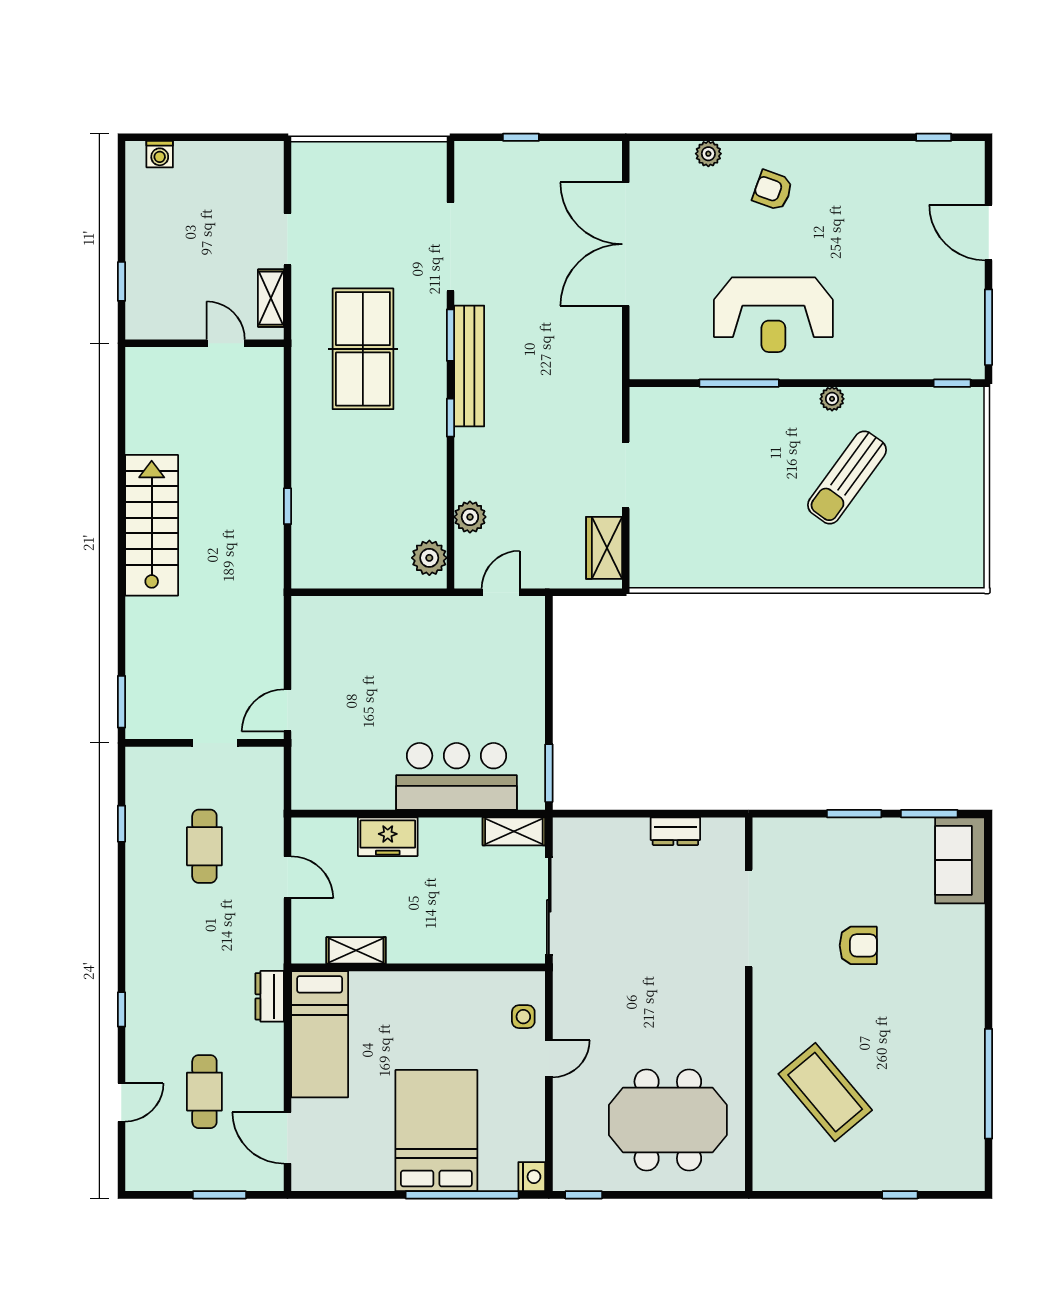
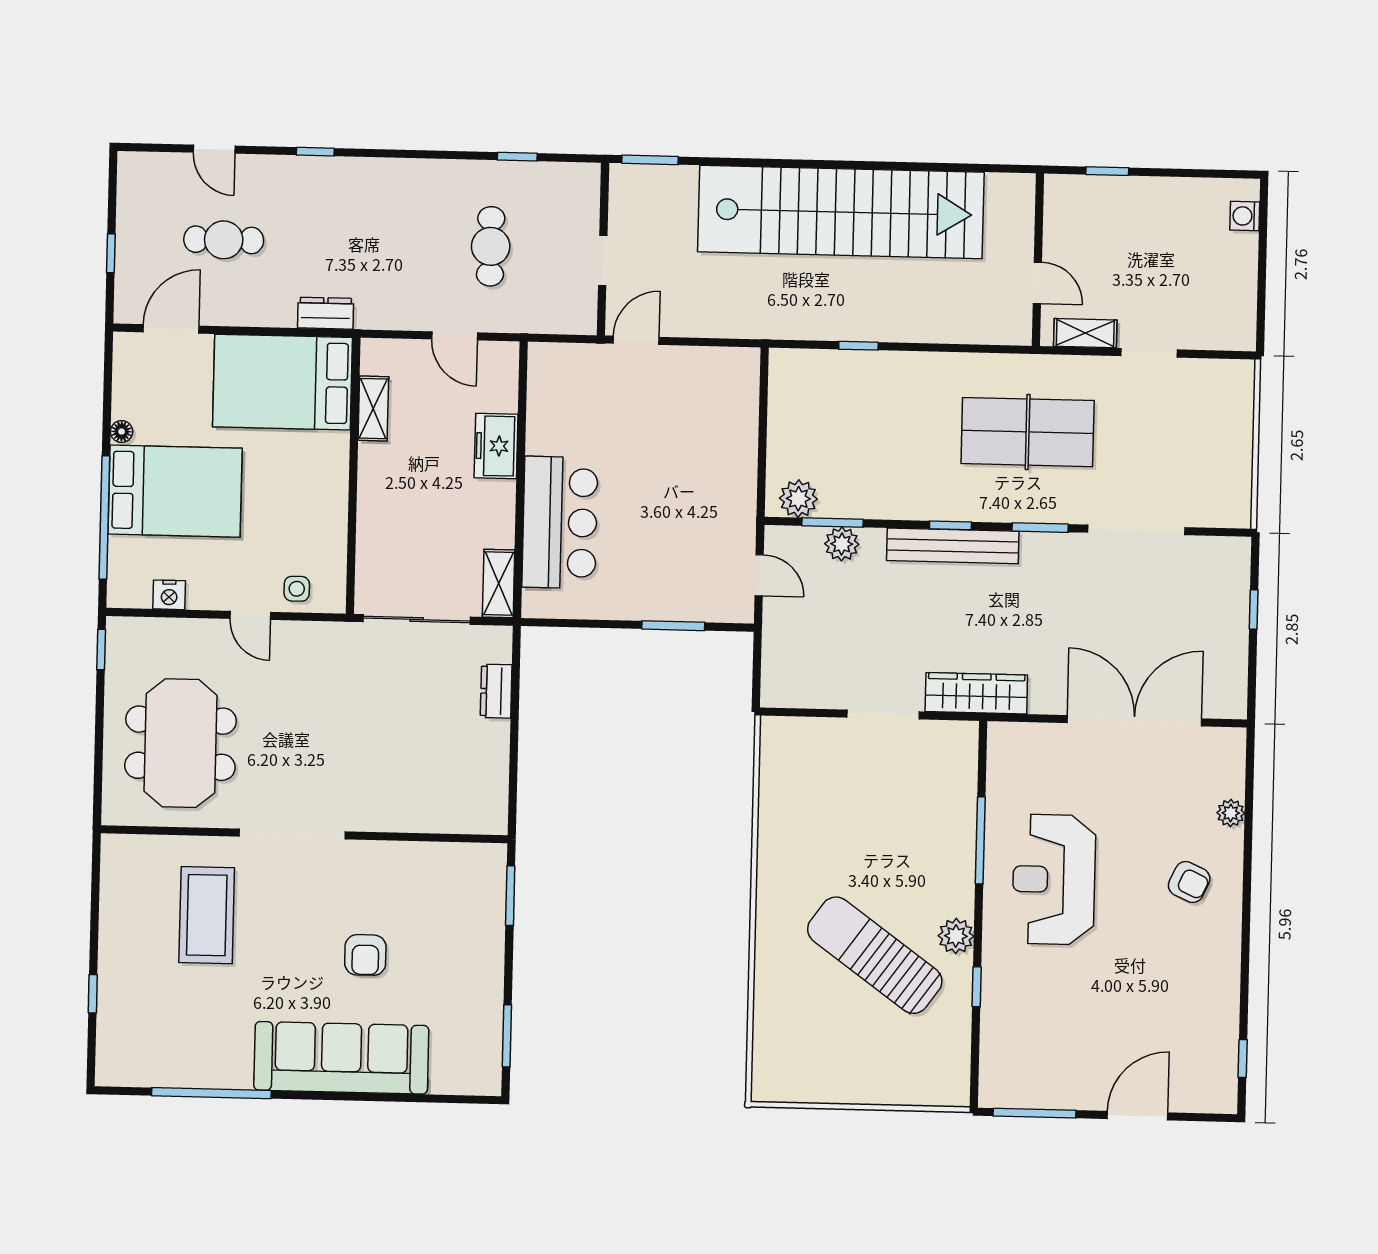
armchair: (773, 190) -> (1189, 882), turned 95
door: (226, 343) -> (1037, 283), hinge flipped
bench: (469, 366) -> (953, 546), moved
window: (952, 383) -> (977, 987), moved
plant: (832, 399) -> (956, 936), width x1.38, depth x1.38
sun lounger: (847, 477) -> (875, 955), width x1.36, depth x1.34
stairs: (152, 525) -> (841, 212), width x1.86, depth x1.51
window: (450, 526) -> (833, 522), added
wardrobe: (604, 548) -> (976, 693), moved, width x1.50
door: (287, 710) -> (636, 340), hinge flipped
window: (549, 773) -> (673, 626), moved
window: (854, 814) -> (510, 896), moved
dresser: (675, 831) -> (496, 691), moved
cafe table: (204, 846) -> (491, 246), turned 90
sofa: (960, 860) -> (341, 1058), moved, width x1.85, depth x1.27
door: (287, 877) -> (455, 336), hinge flipped
doorway: (749, 918) -> (292, 834), moved
bed: (320, 1034) -> (283, 382), width x1.50
coffee table: (825, 1092) -> (207, 915), turned -50
nightstand: (532, 1177) -> (169, 595), moved
floor lamp: (383, 1181) -> (122, 432), added
window: (219, 1195) -> (111, 253), width x0.67

